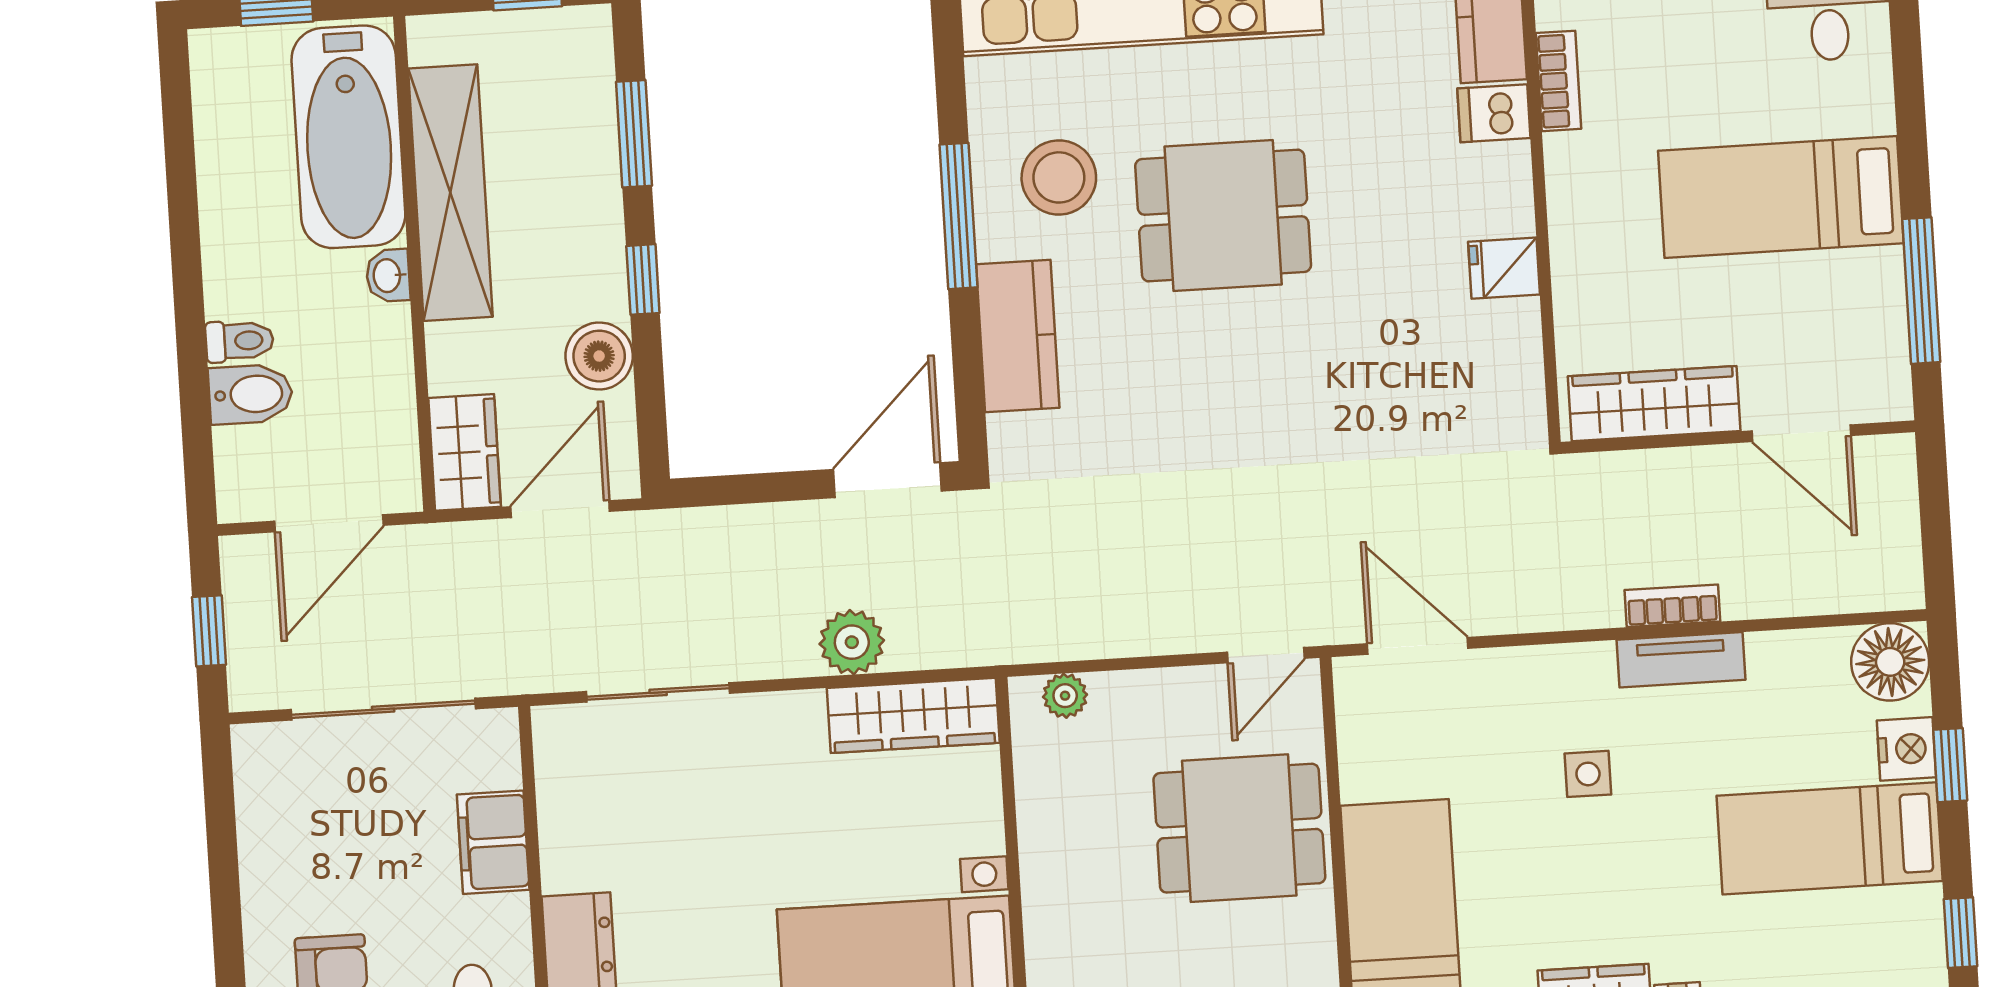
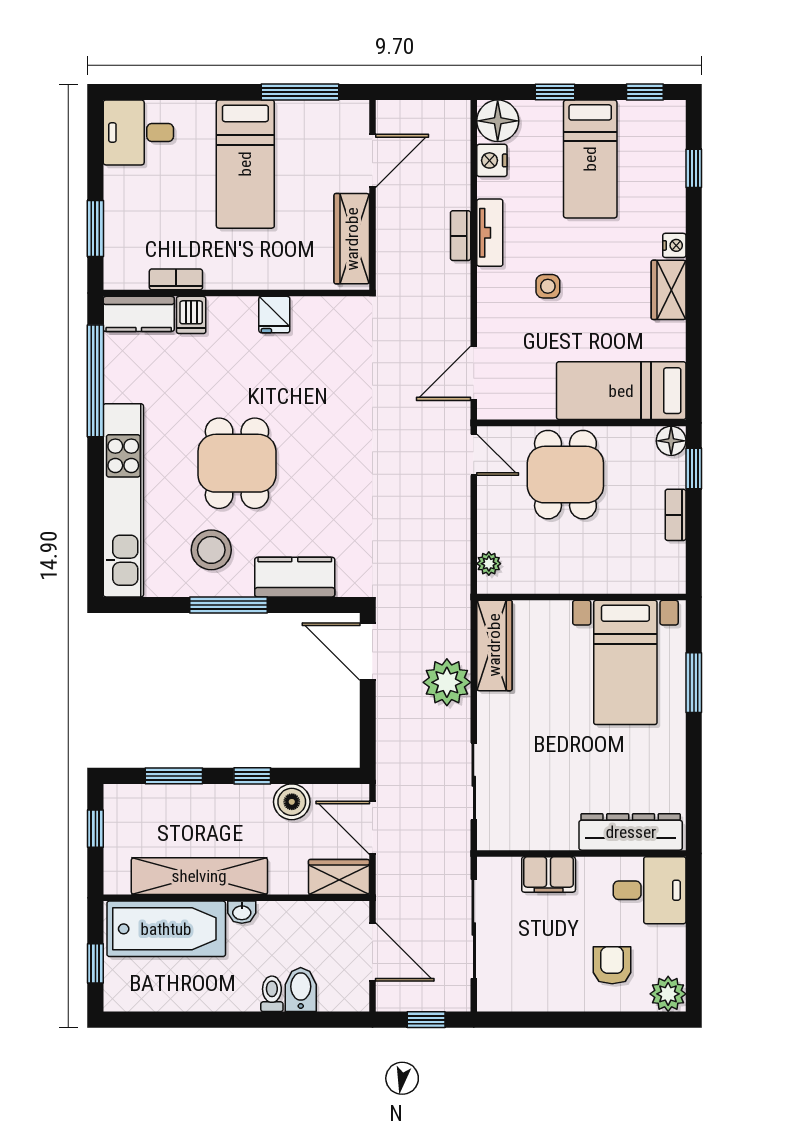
plant: (852, 642) -> (447, 682), width x1.36, depth x1.36
nightstand: (1906, 749) -> (492, 160), moved, turned -90

